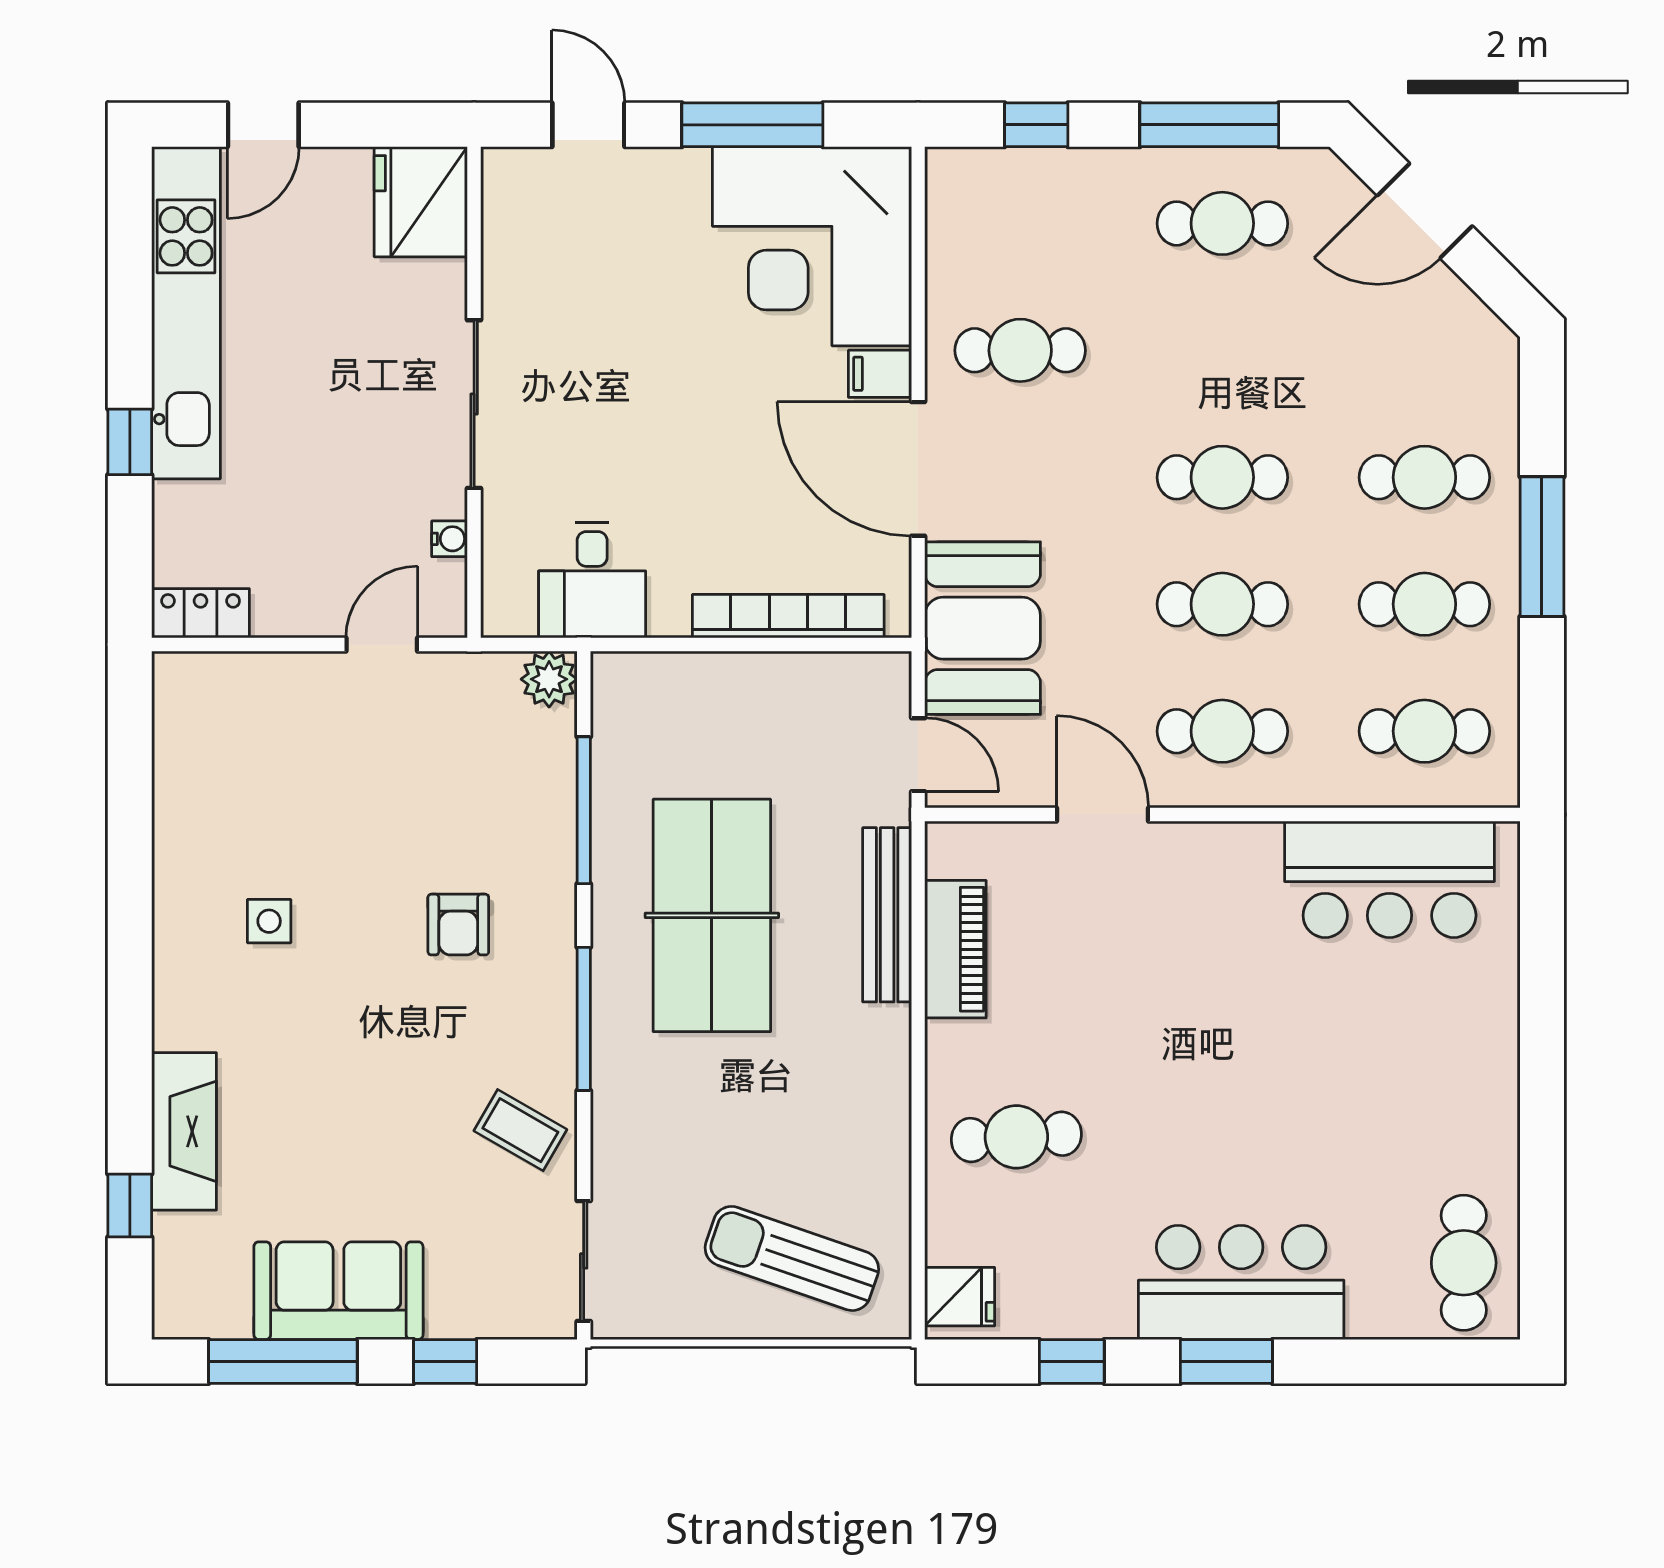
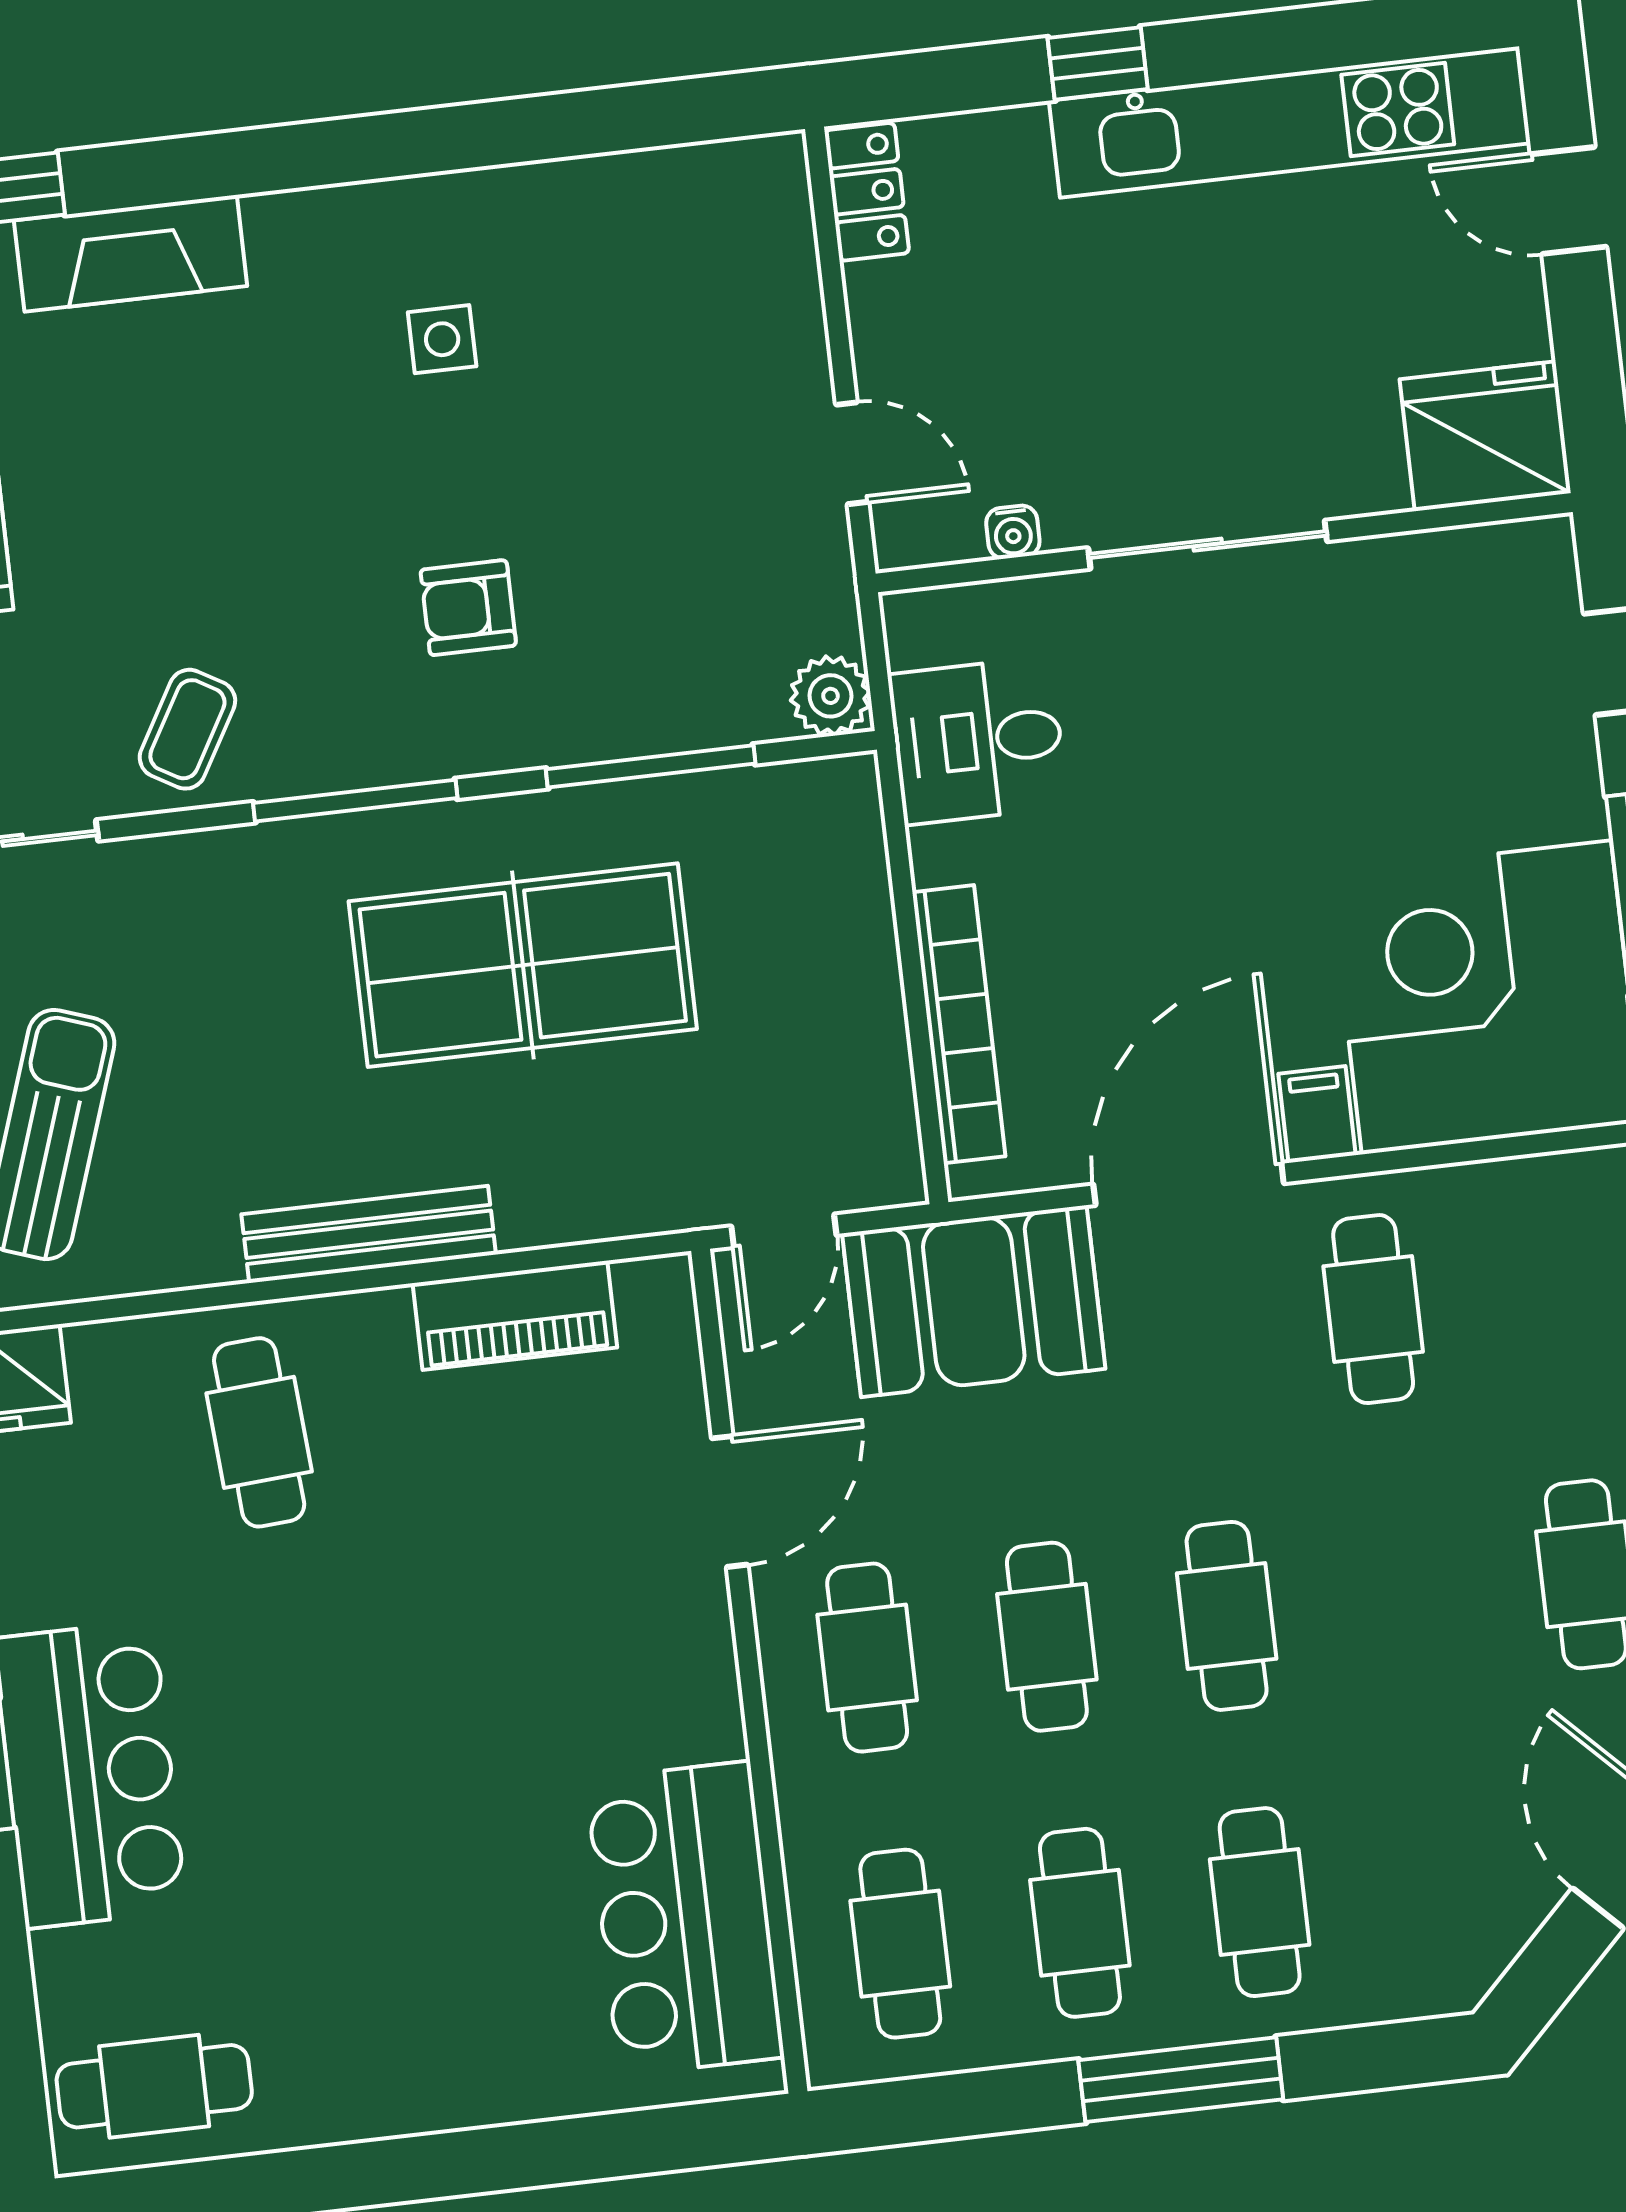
bench: (887, 915) -> (369, 1234), moved

